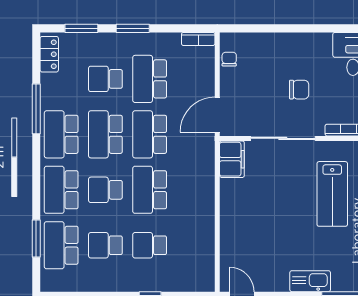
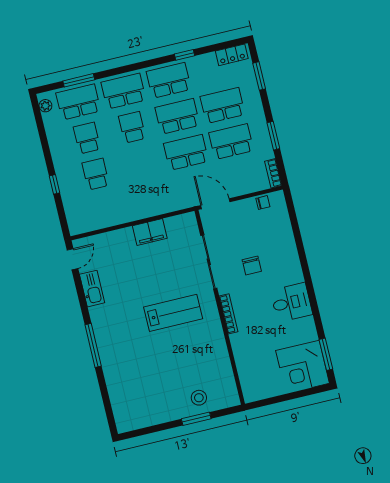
window: (133, 28) -> (273, 136), moved
school desk: (105, 79) -> (223, 106), width x1.85
window: (36, 109) -> (185, 55), width x0.46
filing cabinet: (232, 159) -> (150, 232), moved
school desk: (150, 190) -> (141, 163), removed
lab bench: (332, 194) -> (173, 313), turned 180
kitchen sink: (310, 281) -> (92, 289), moved
plant: (56, 284) -> (45, 106), added

